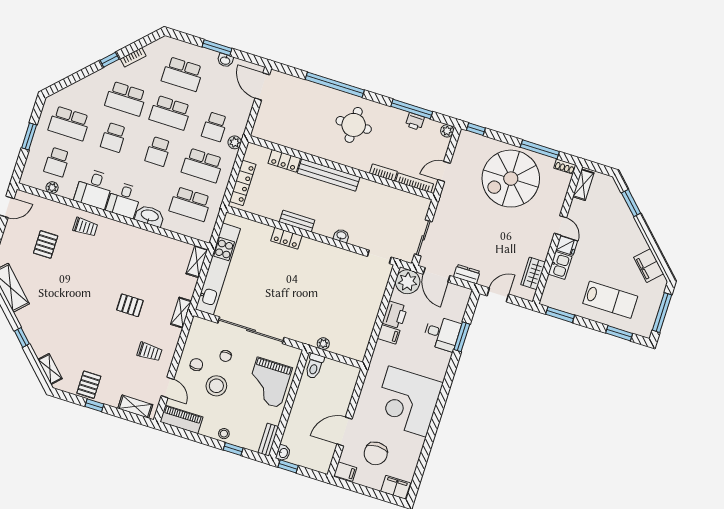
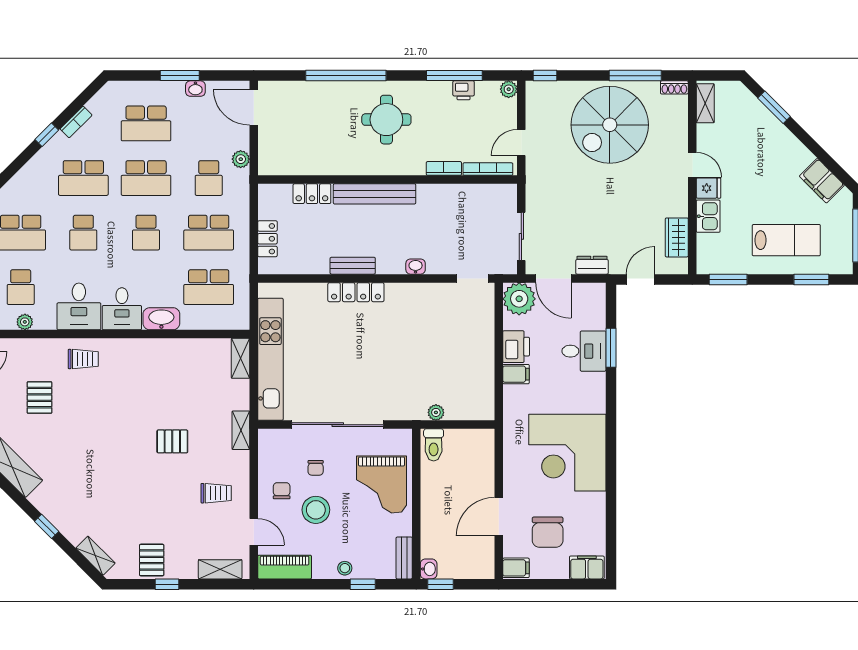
plant: (235, 142) -> (241, 159), moved
locker: (243, 183) -> (267, 239), width x0.66
locker: (286, 238) -> (356, 292), width x1.53

